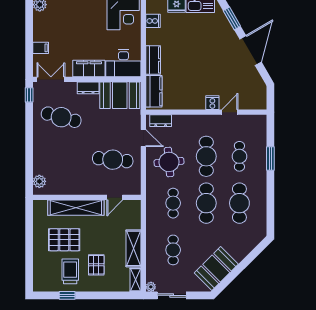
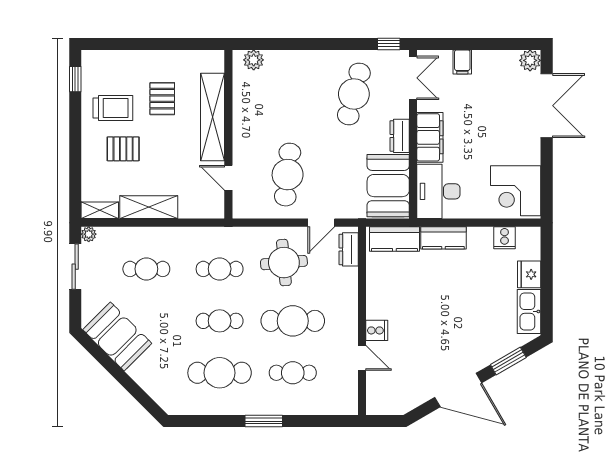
window: (270, 158) -> (264, 421), moved
cafe table: (206, 203) -> (220, 321), width x0.73, depth x0.74
pallet: (64, 240) -> (162, 99), width x0.67, depth x0.71
window: (67, 295) -> (75, 79), moved

